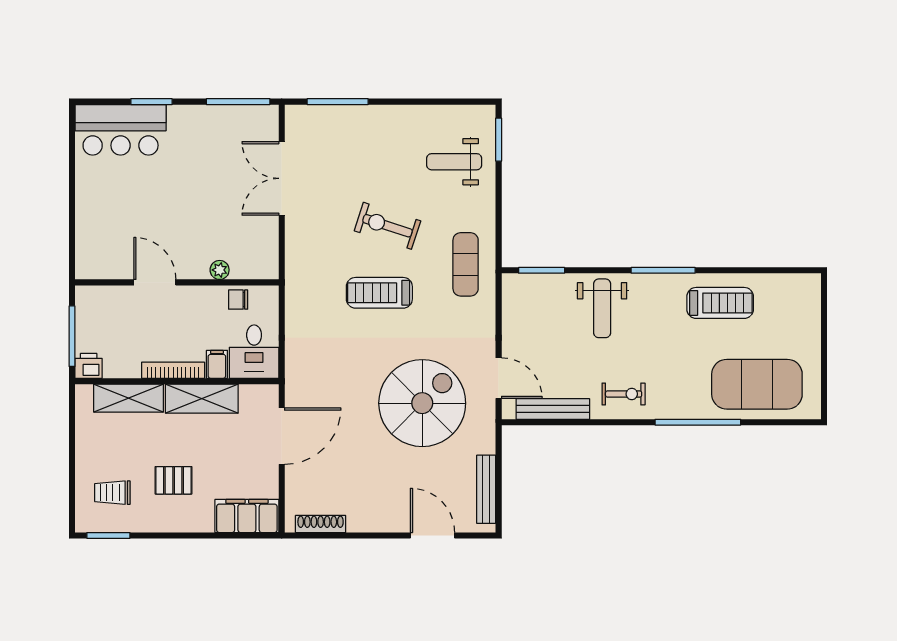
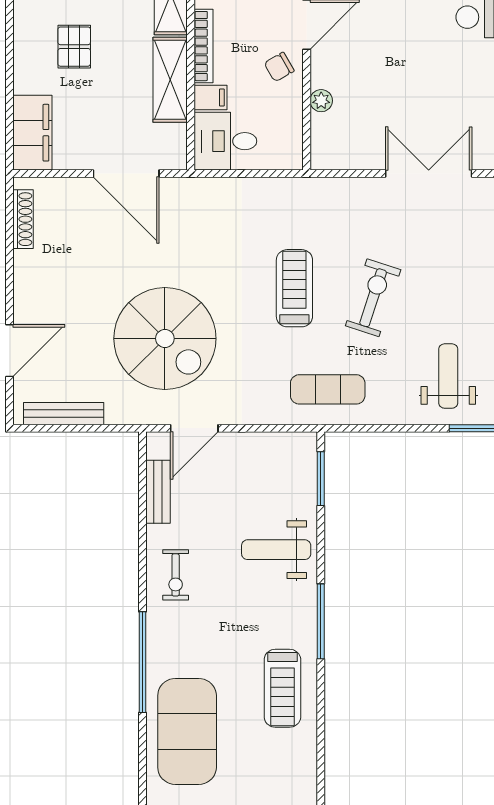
chair: (238, 300) -> (279, 67), moved, turned -120
bench: (553, 409) -> (158, 492), width x0.73

